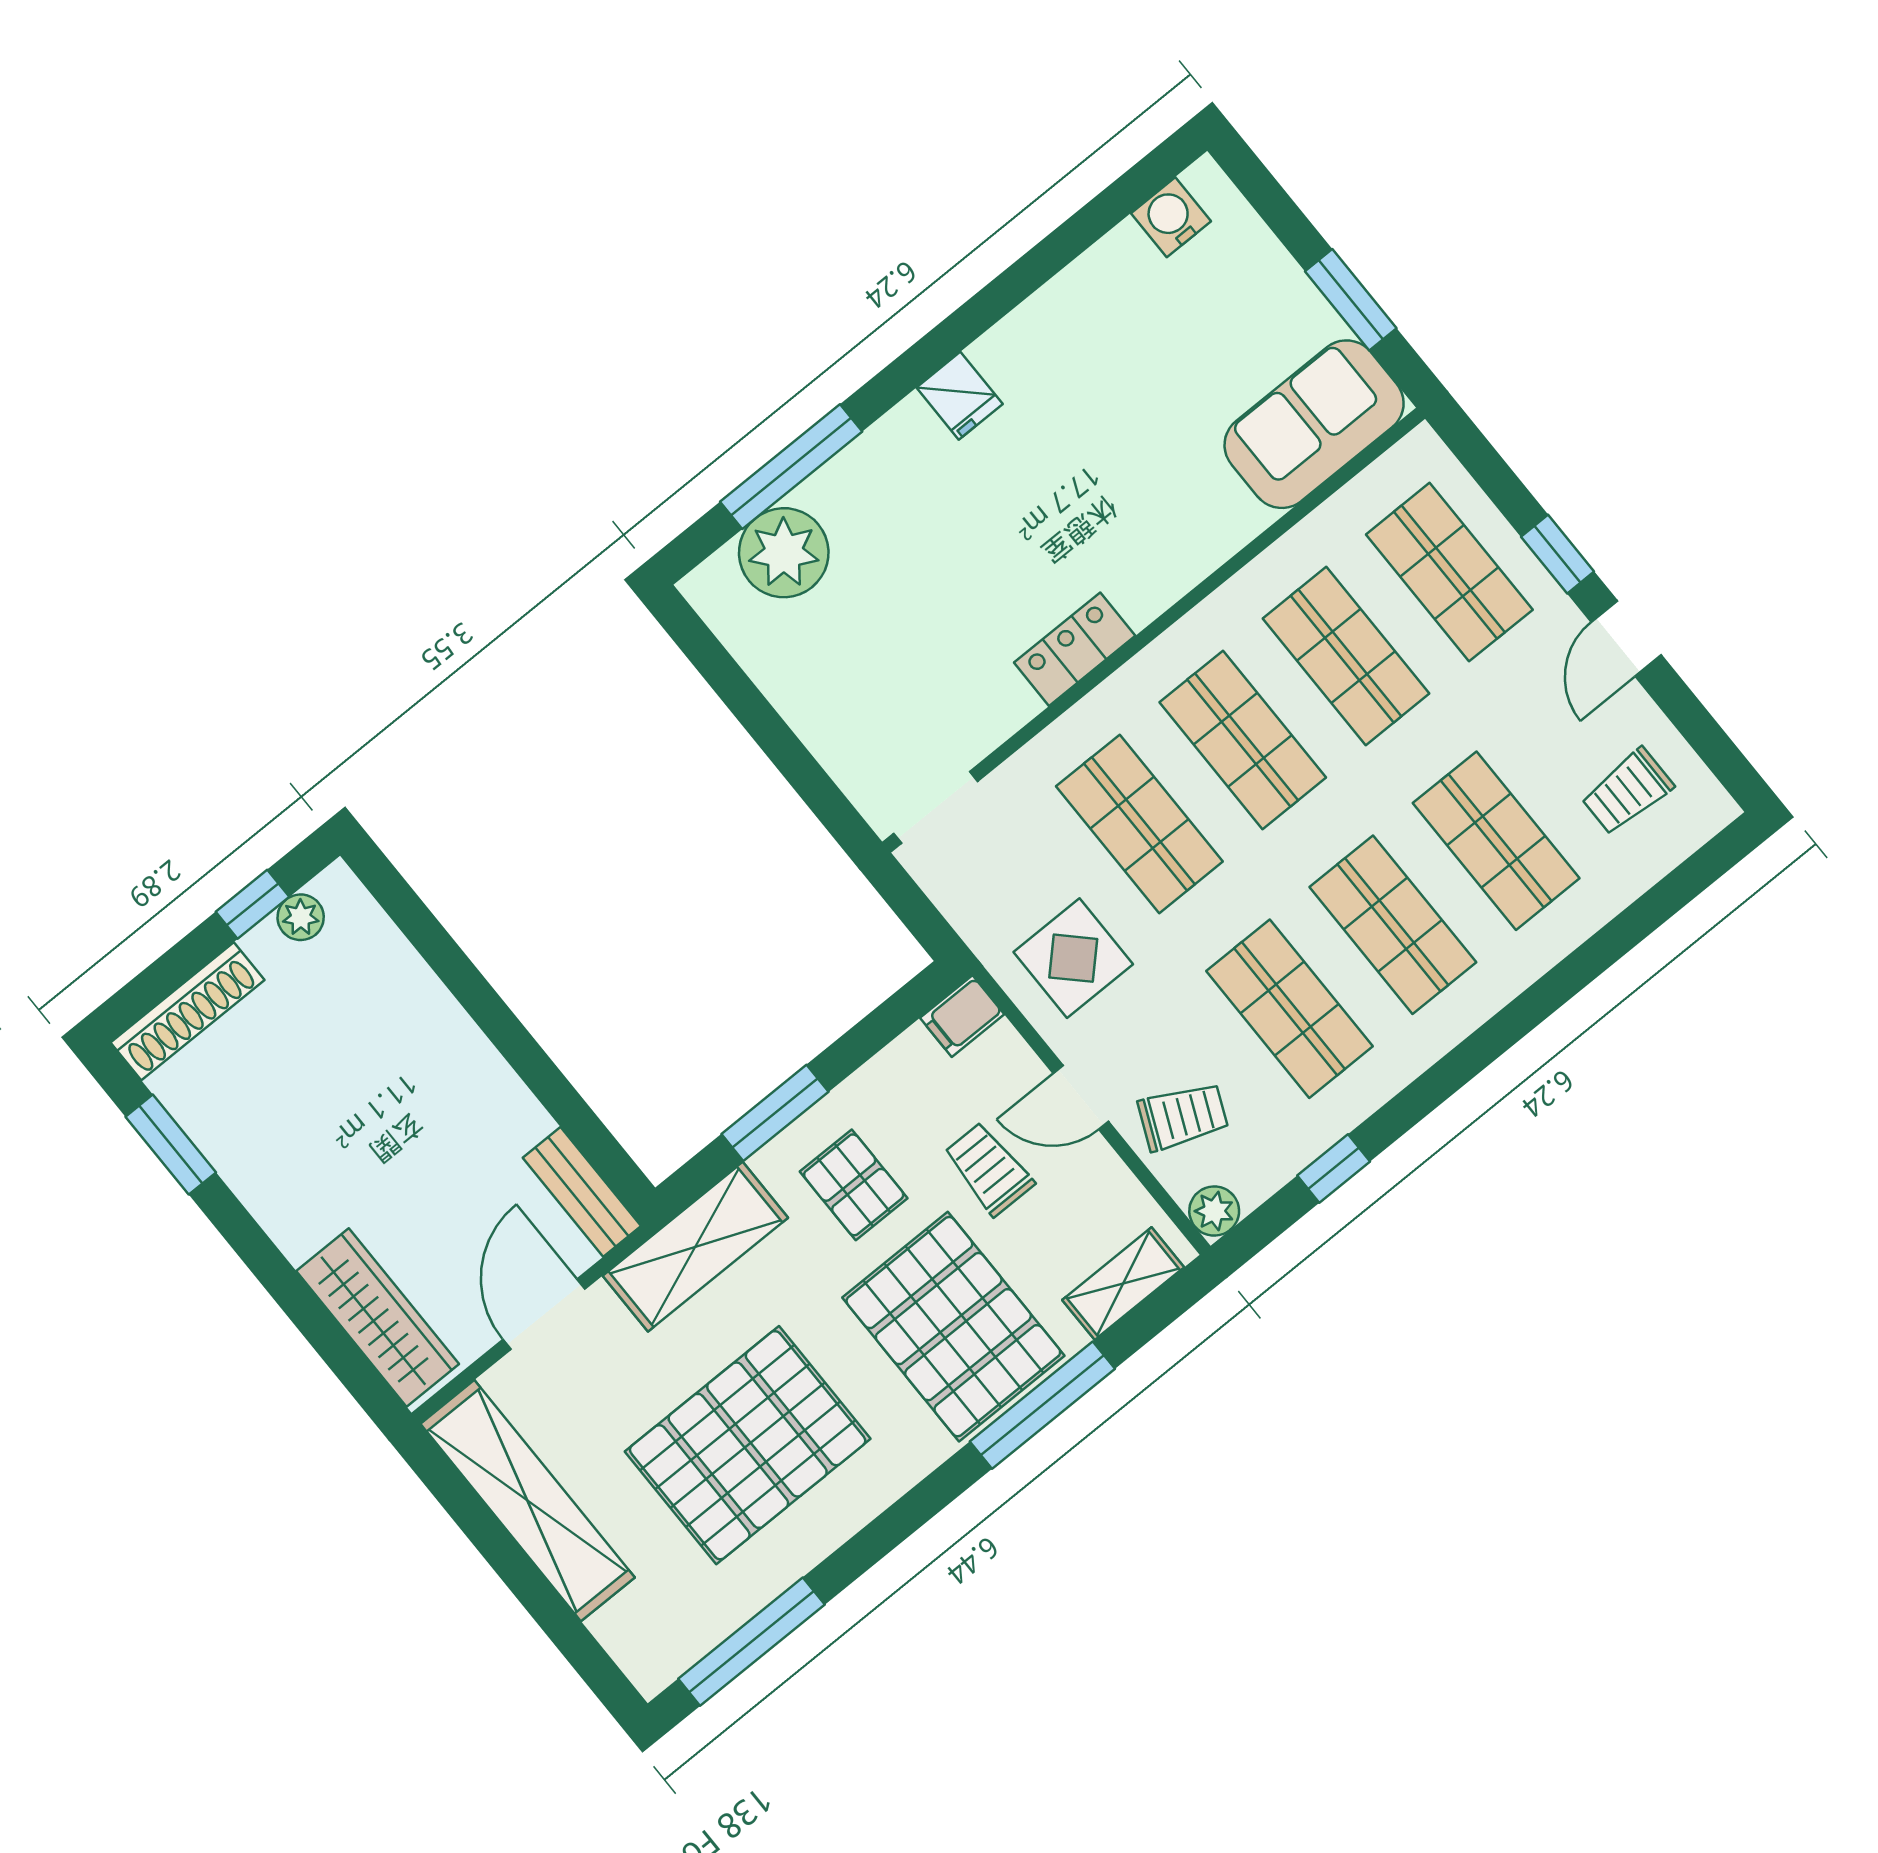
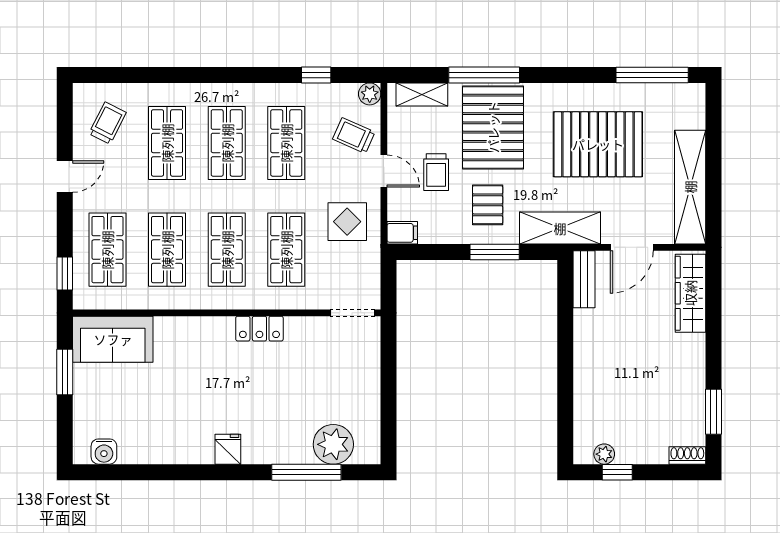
window: (1558, 554) -> (65, 273), moved
trolley: (1627, 791) -> (108, 123), turned -63
shoe rack: (188, 1011) -> (687, 455), width x0.51, depth x0.81

